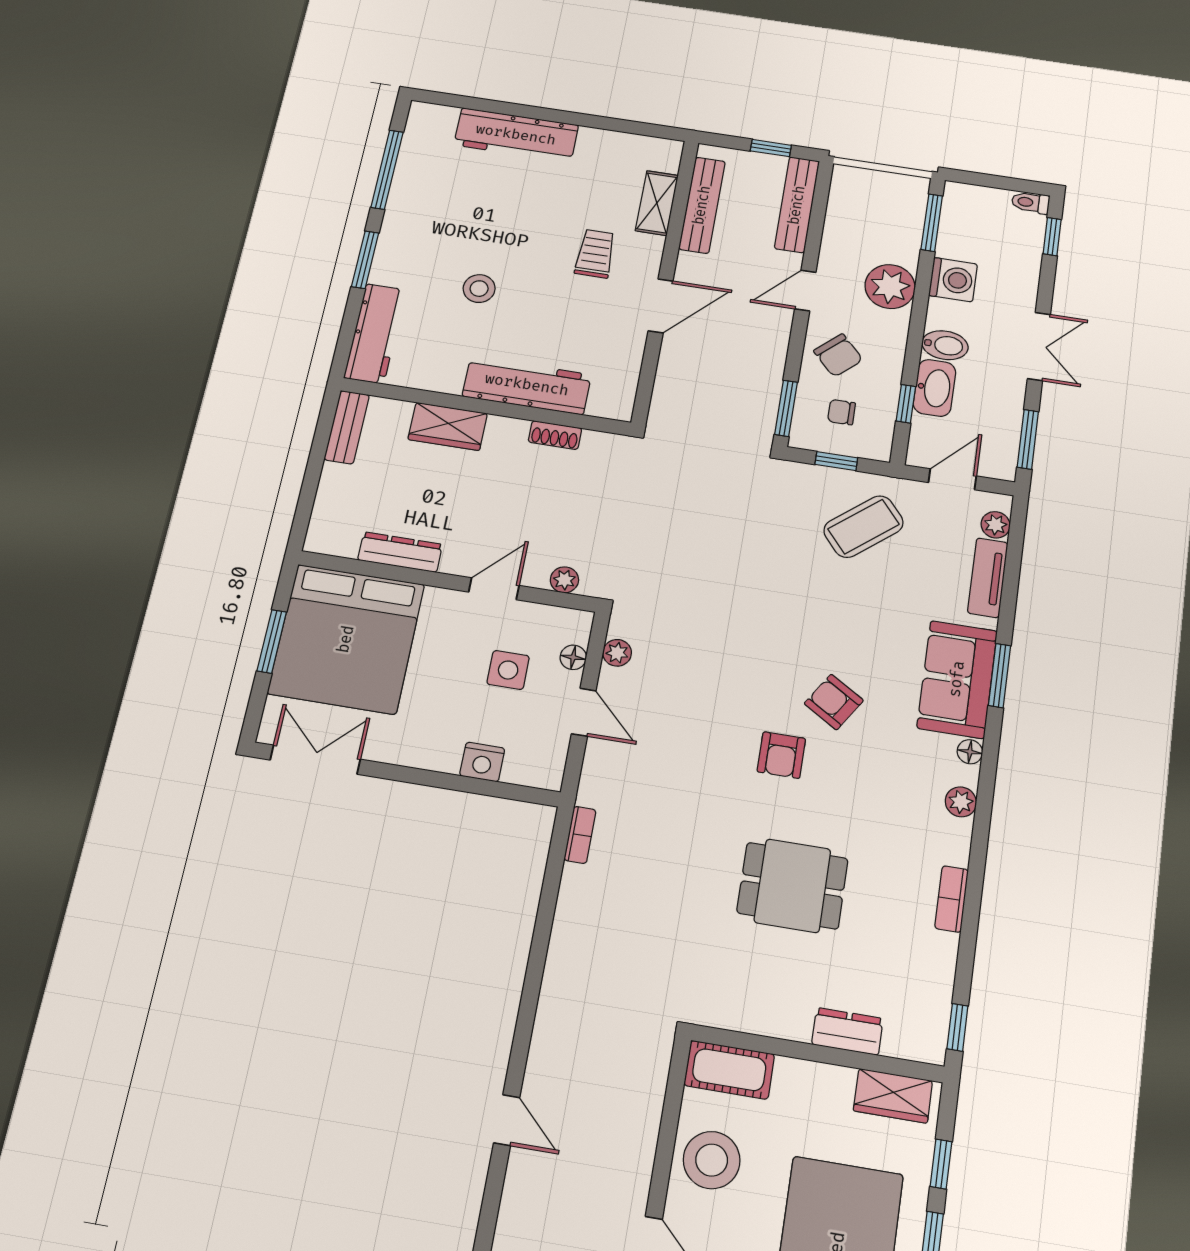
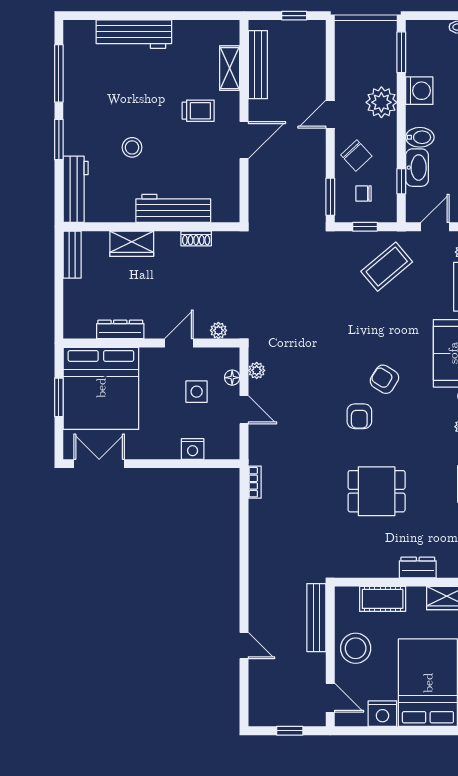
bench: (797, 205) -> (316, 618), moved
trolley: (595, 254) -> (198, 111), turned 90
cot: (729, 1070) -> (383, 599), moved

